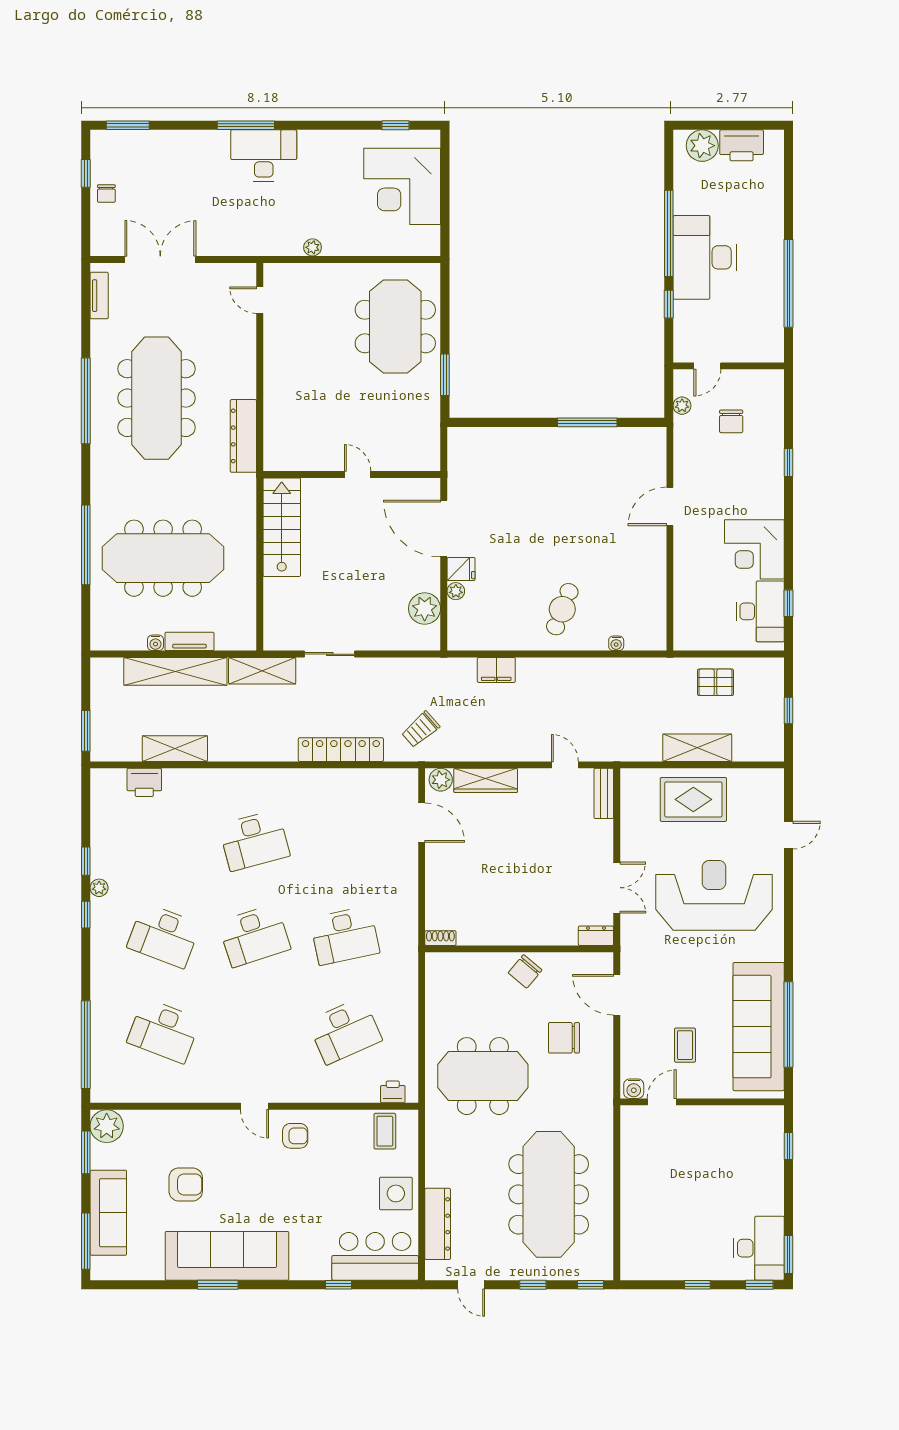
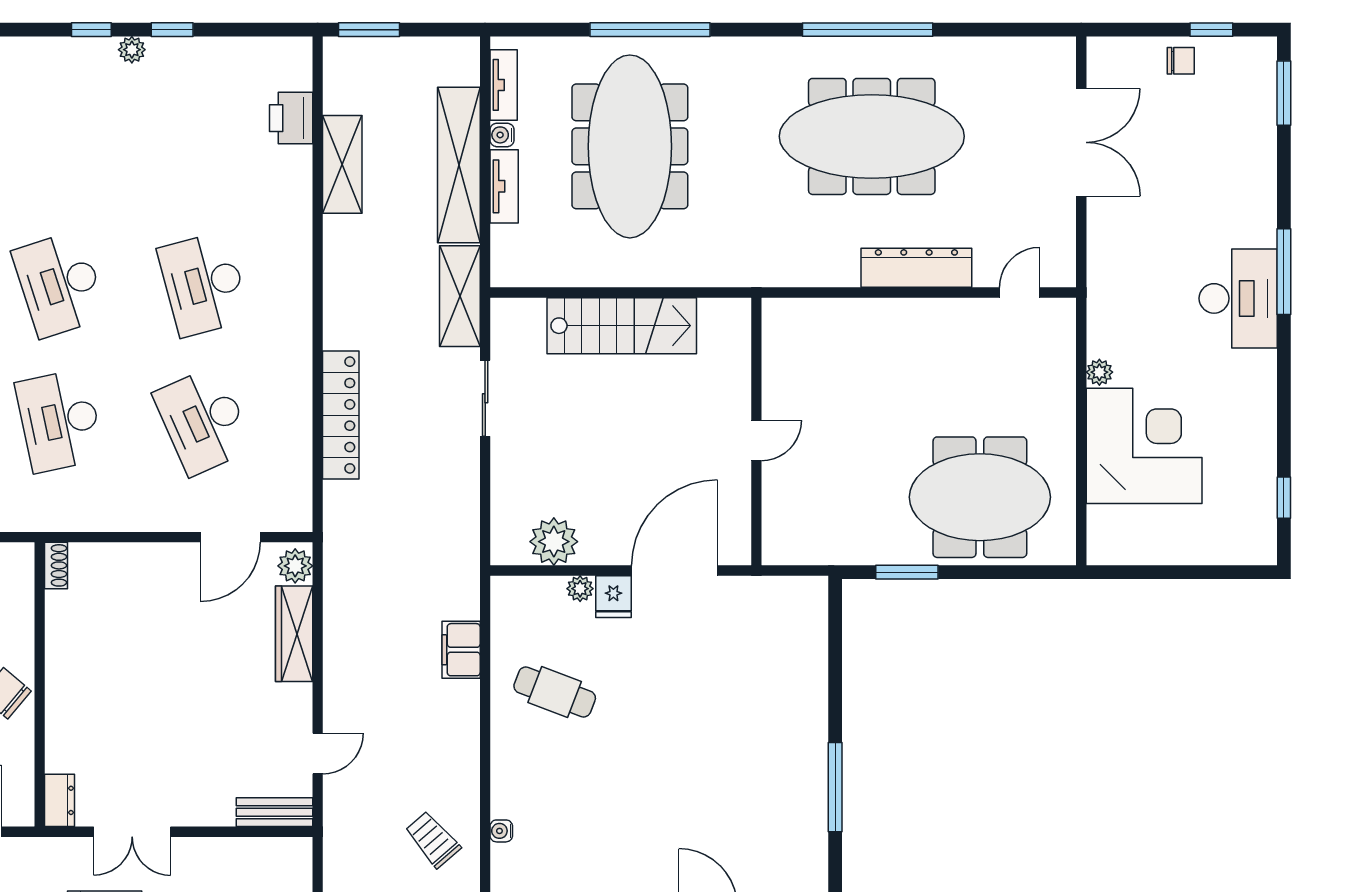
corner desk: (402, 186) -> (1144, 446), moved, turned 90
chair: (106, 194) -> (1181, 61), turned 180
tv unit: (99, 296) -> (504, 85), moved, turned -90
dresser: (243, 436) -> (916, 268), moved
stairs: (282, 527) -> (622, 326), moved
cafe table: (562, 609) -> (555, 692), moved
trolley: (420, 729) -> (433, 840), moved
desk: (164, 936) -> (204, 421), moved, turned -45

